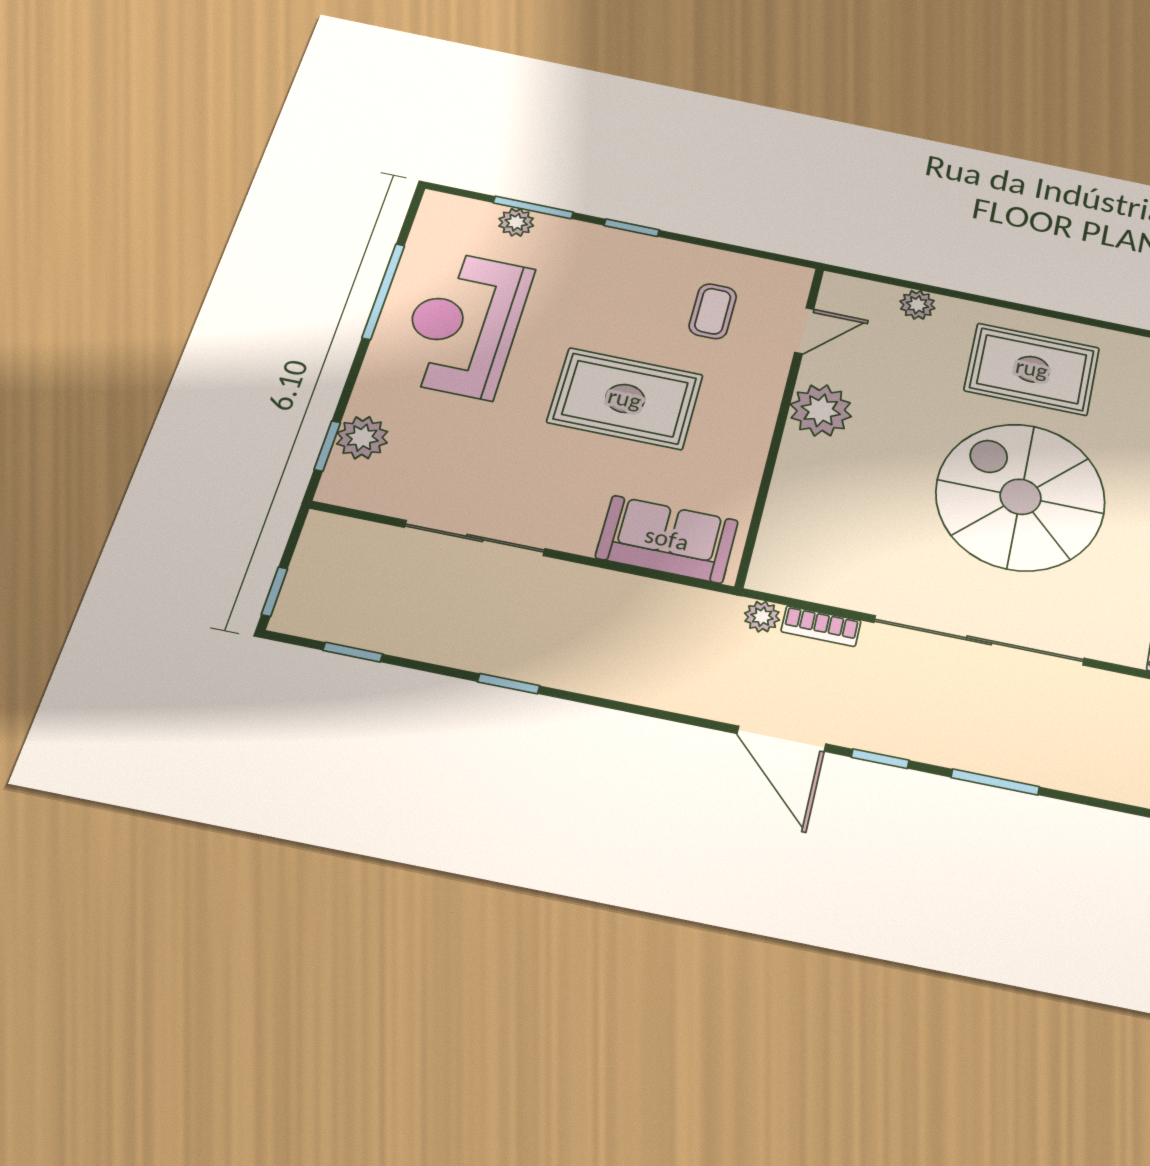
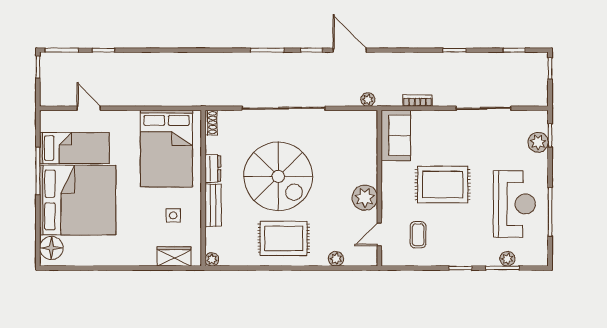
sofa: (667, 539) -> (396, 135), moved, turned -90
bookcase: (821, 626) -> (417, 101), moved

